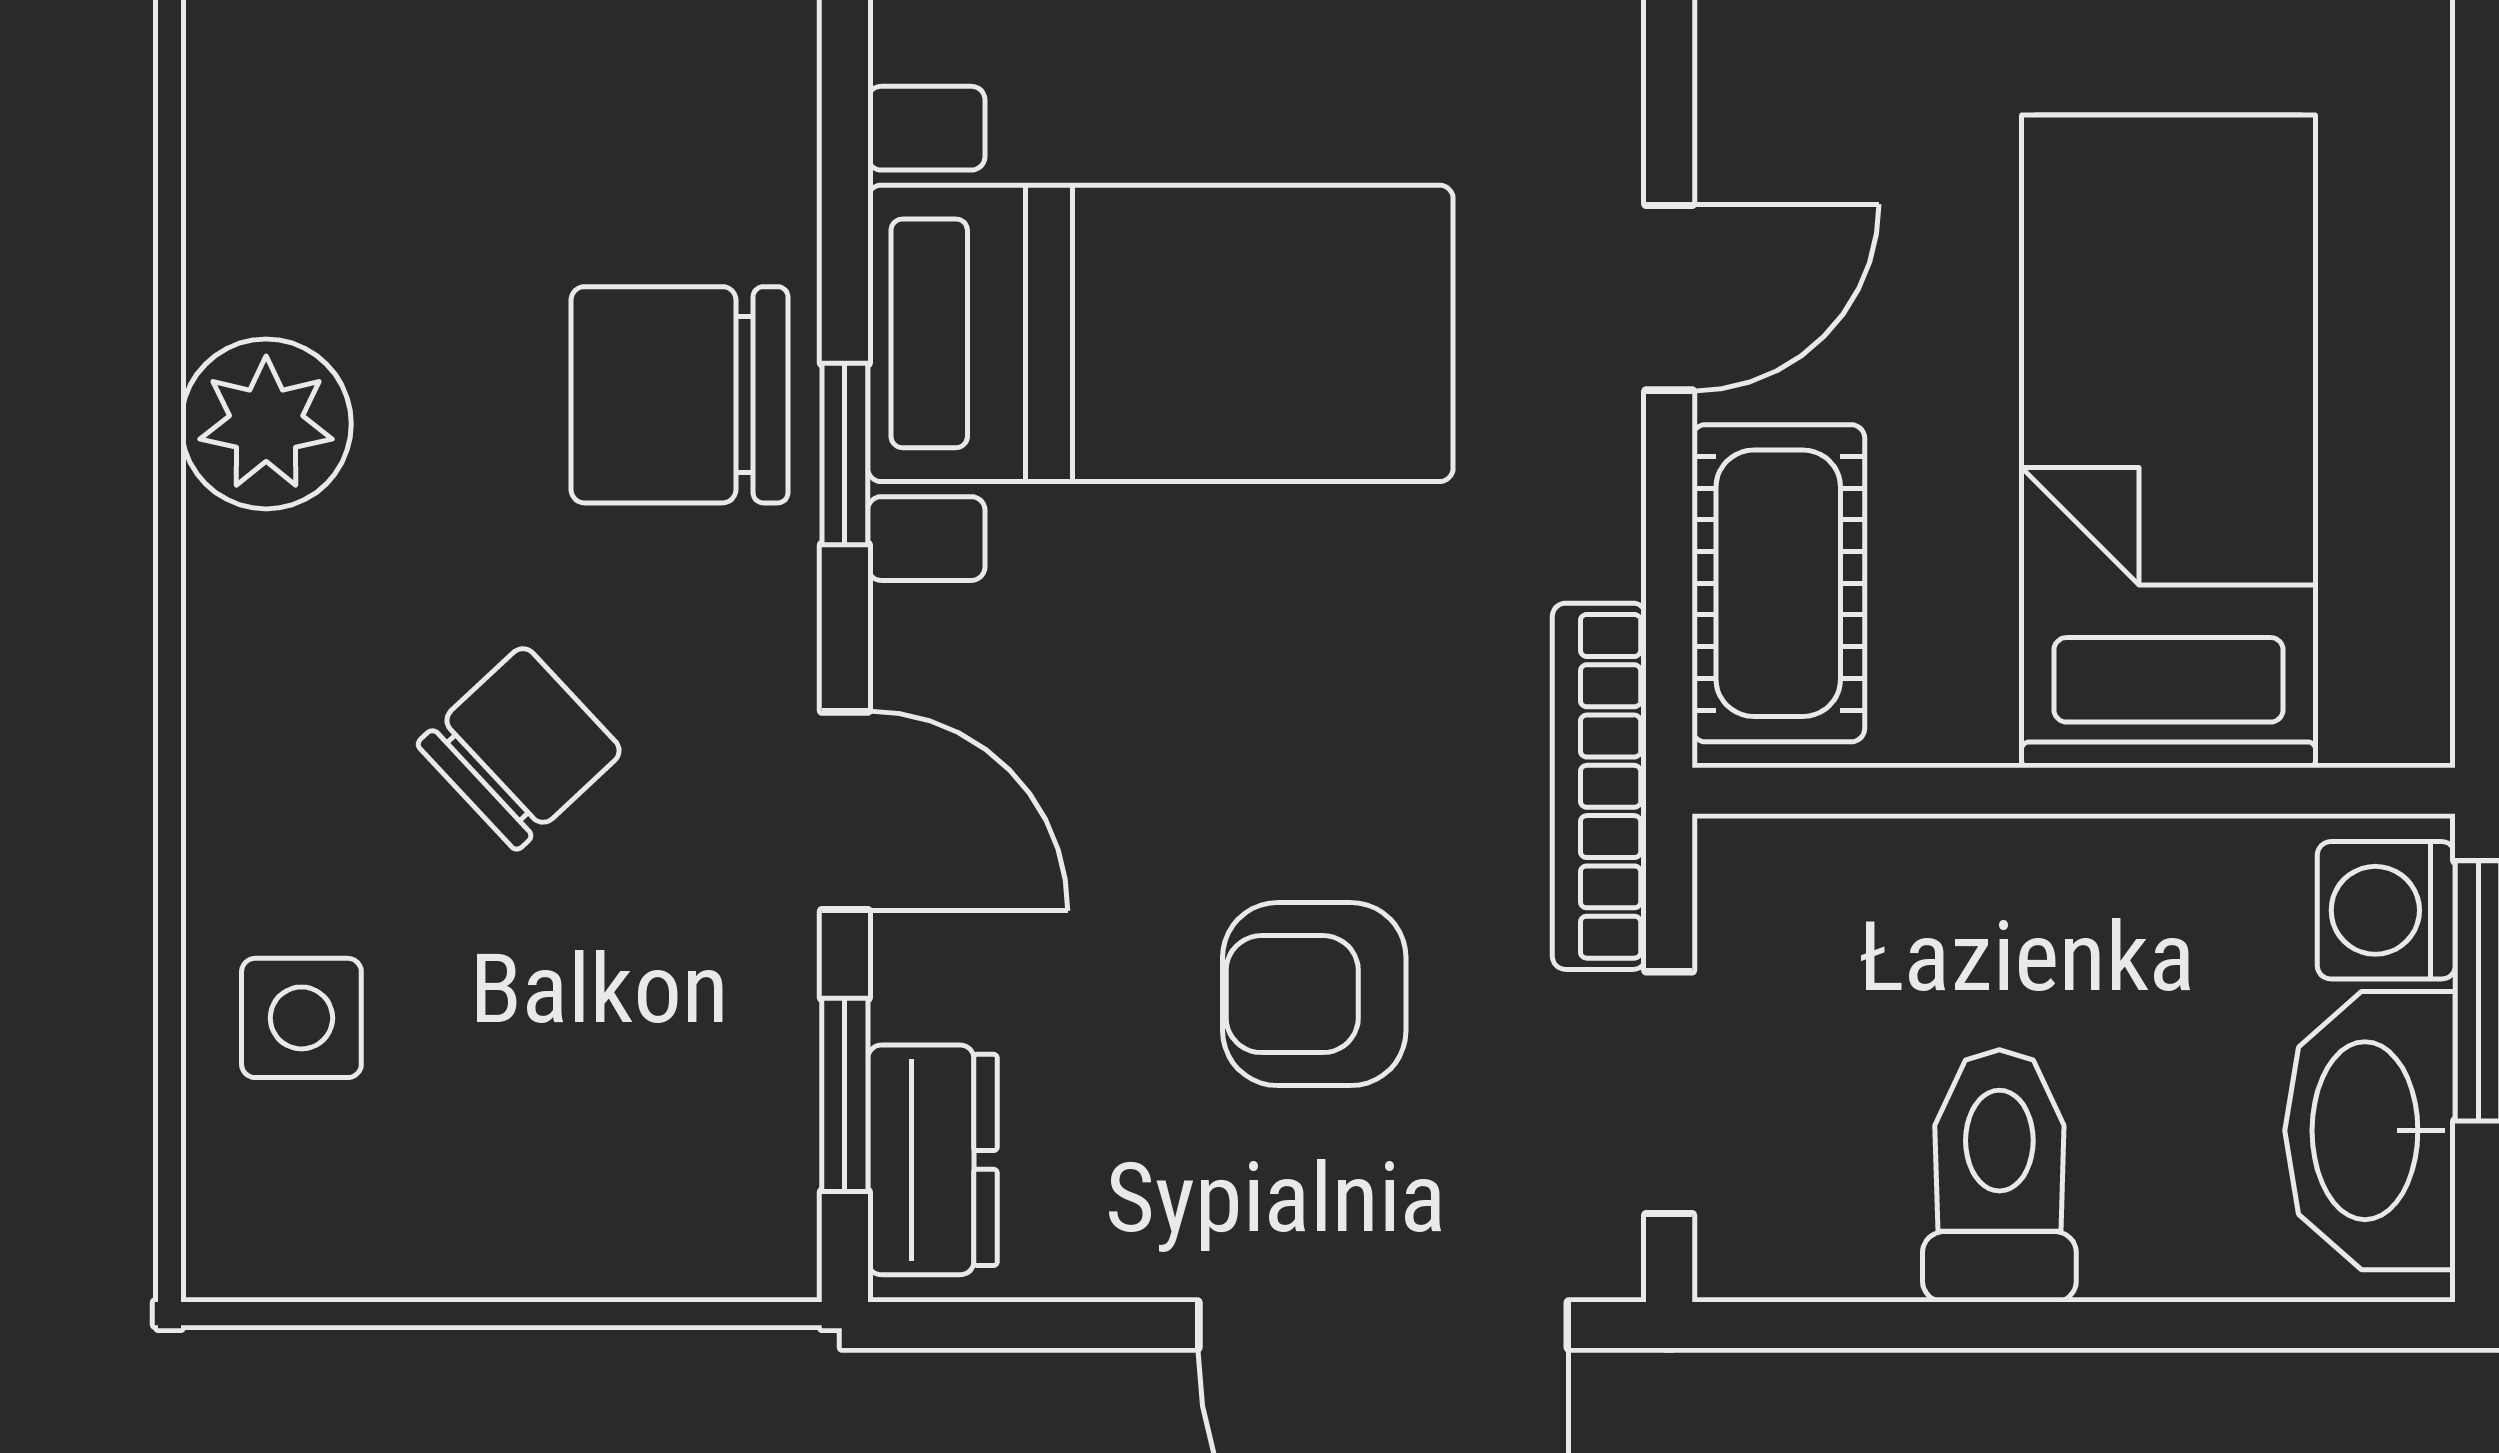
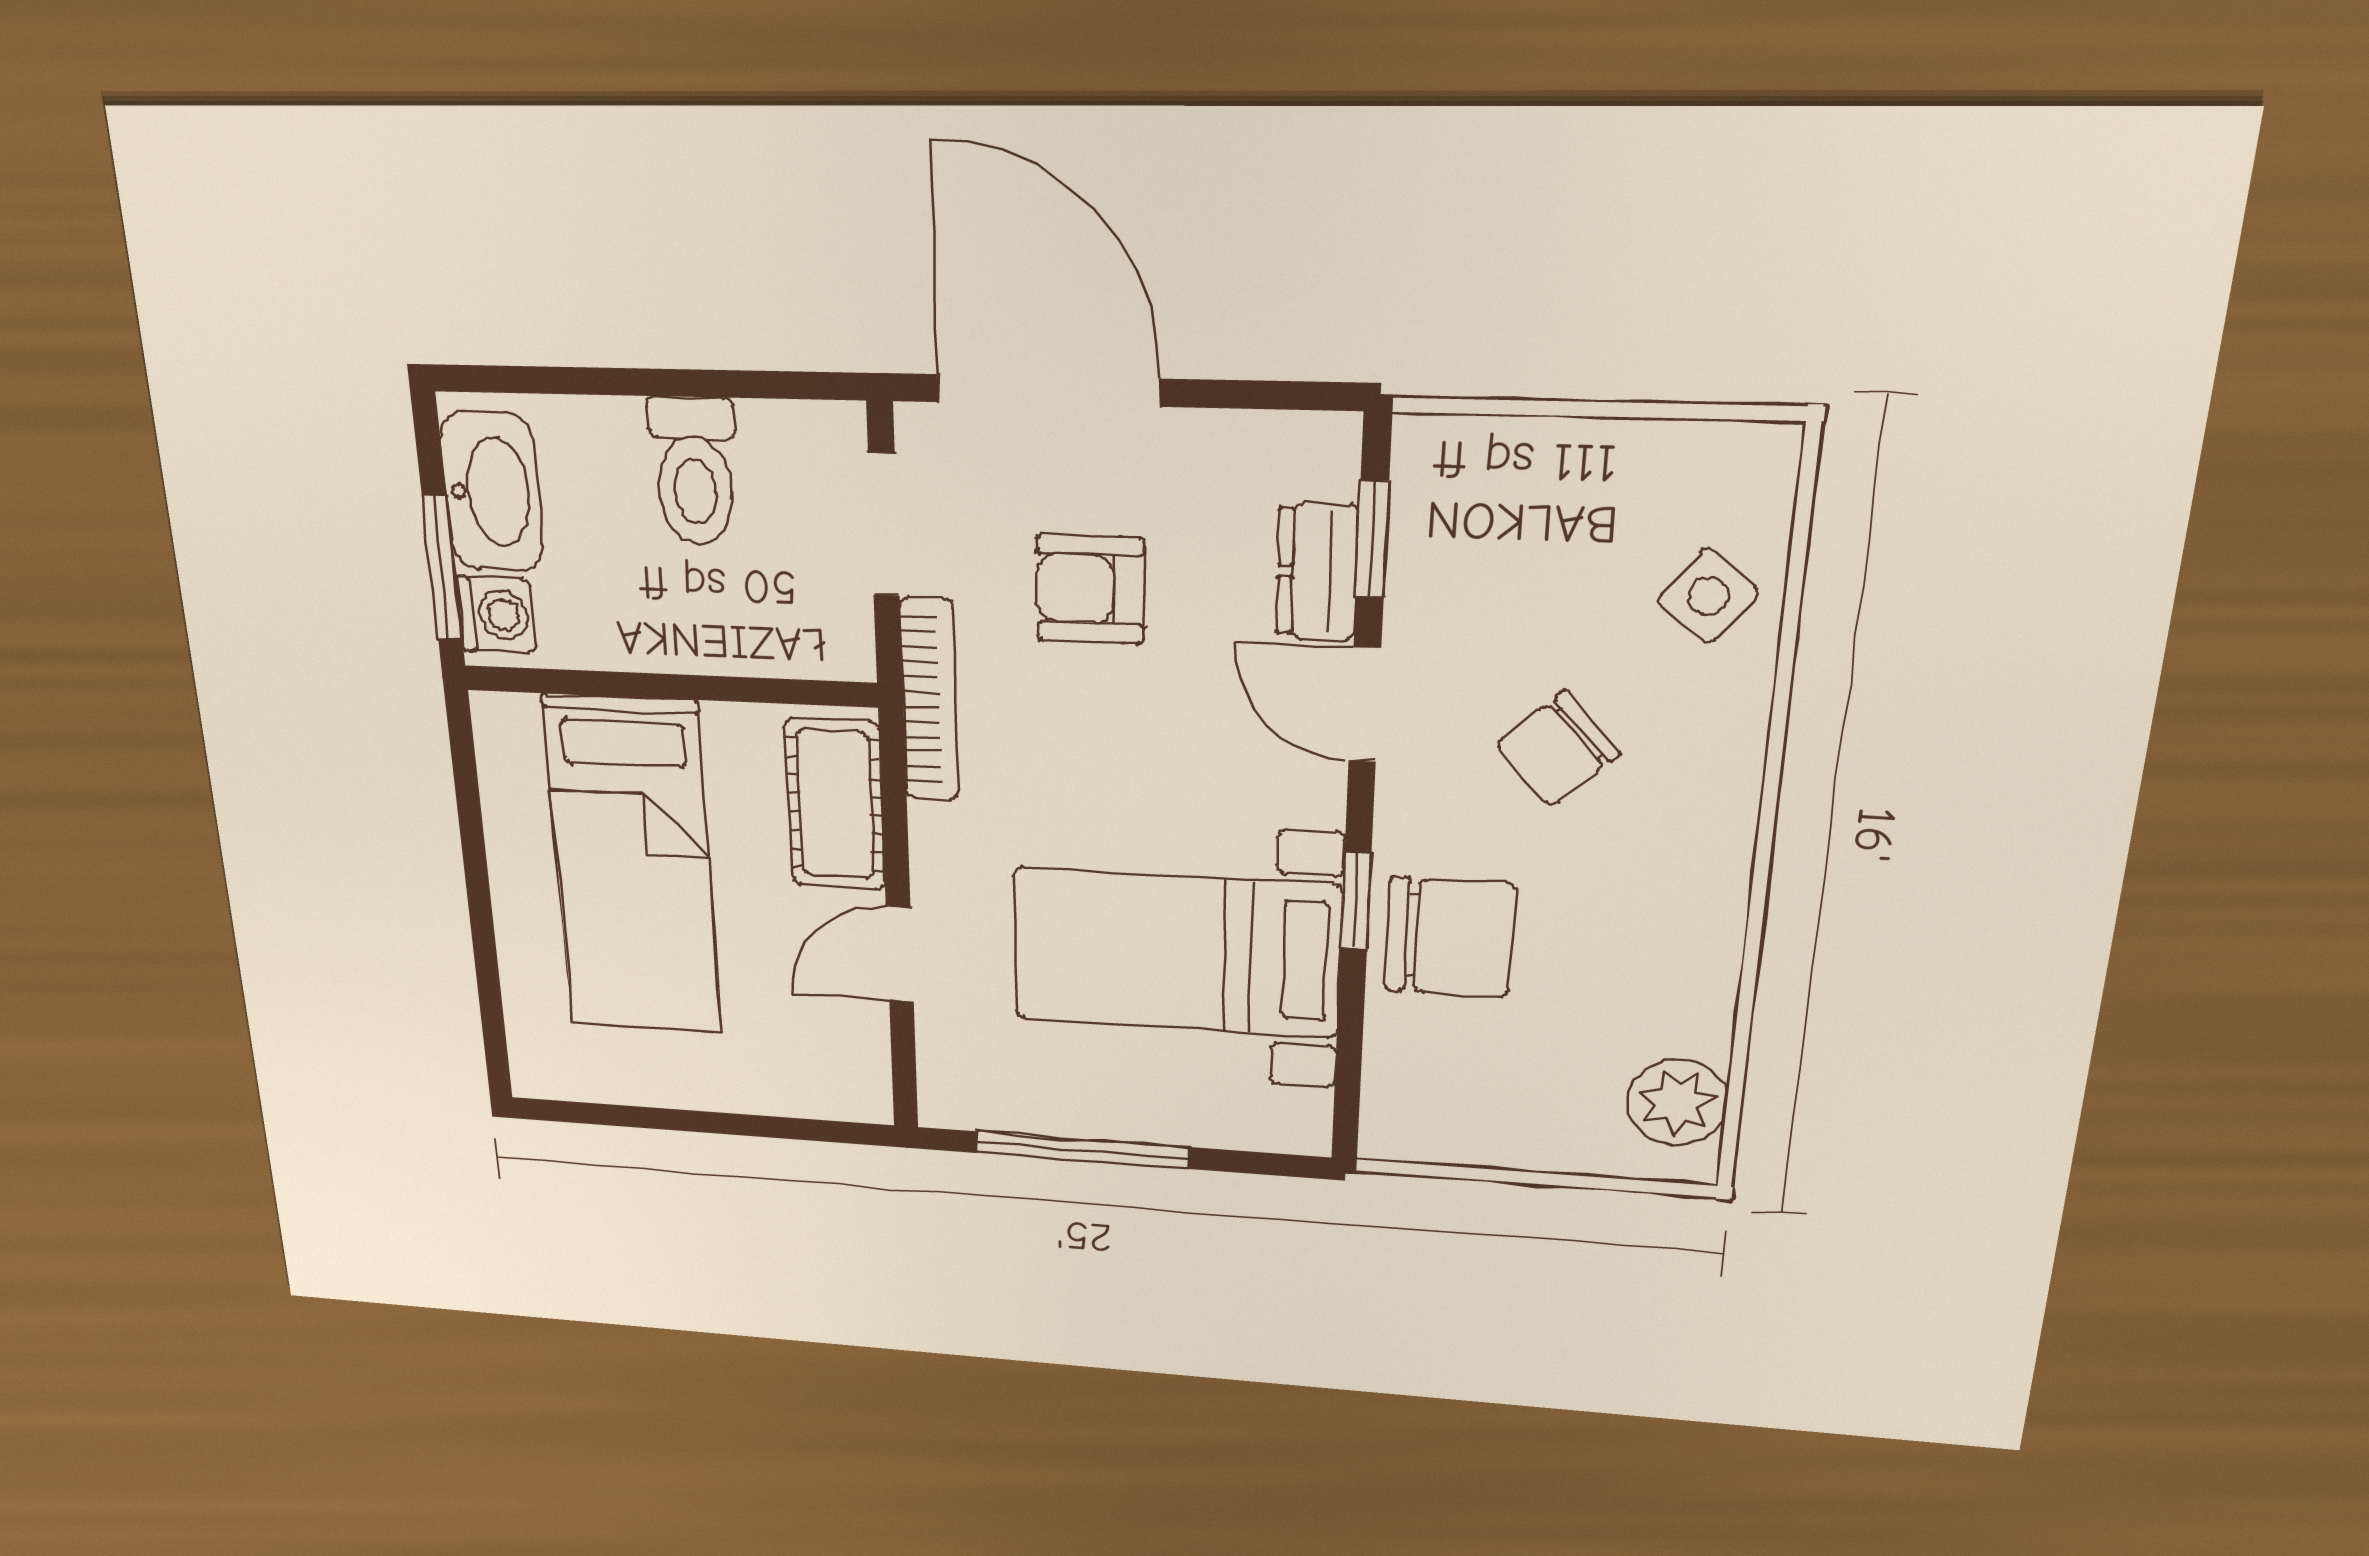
plant: (266, 424) -> (1677, 1103), moved
armchair: (1314, 994) -> (1090, 589), turned 180
side table: (301, 1018) -> (1708, 596), turned 38
dresser: (932, 1160) -> (1318, 572), moved

